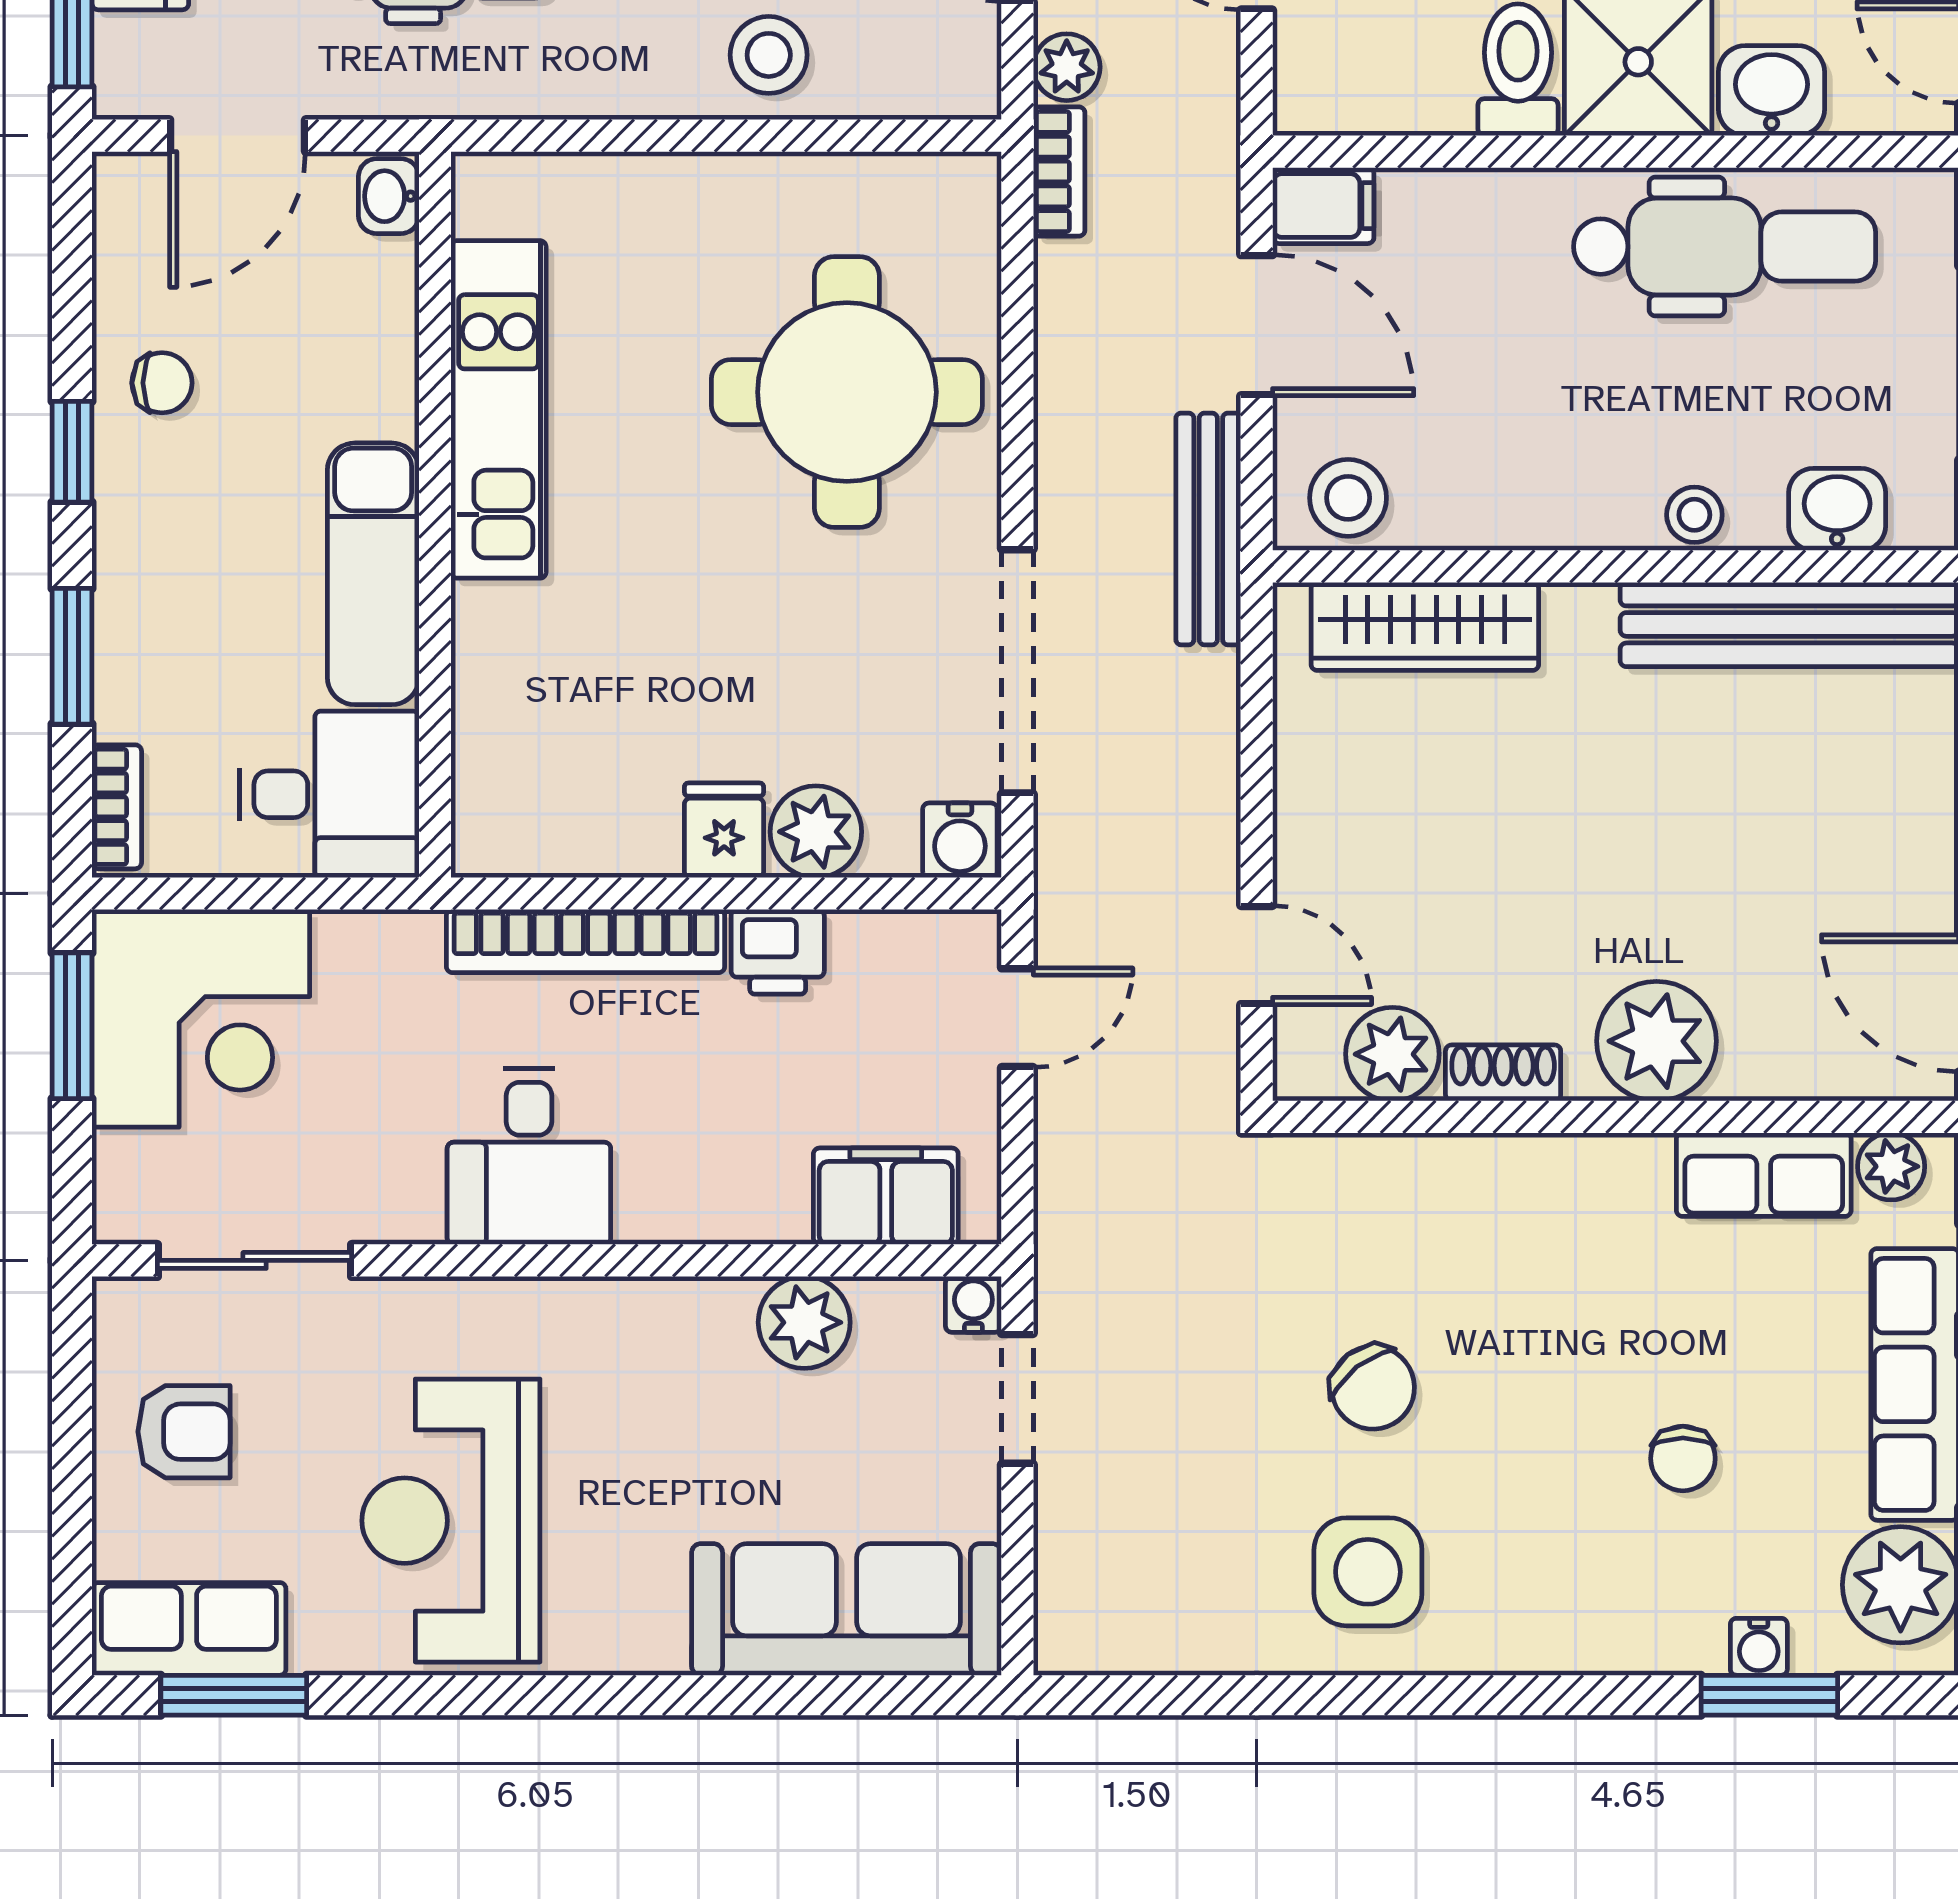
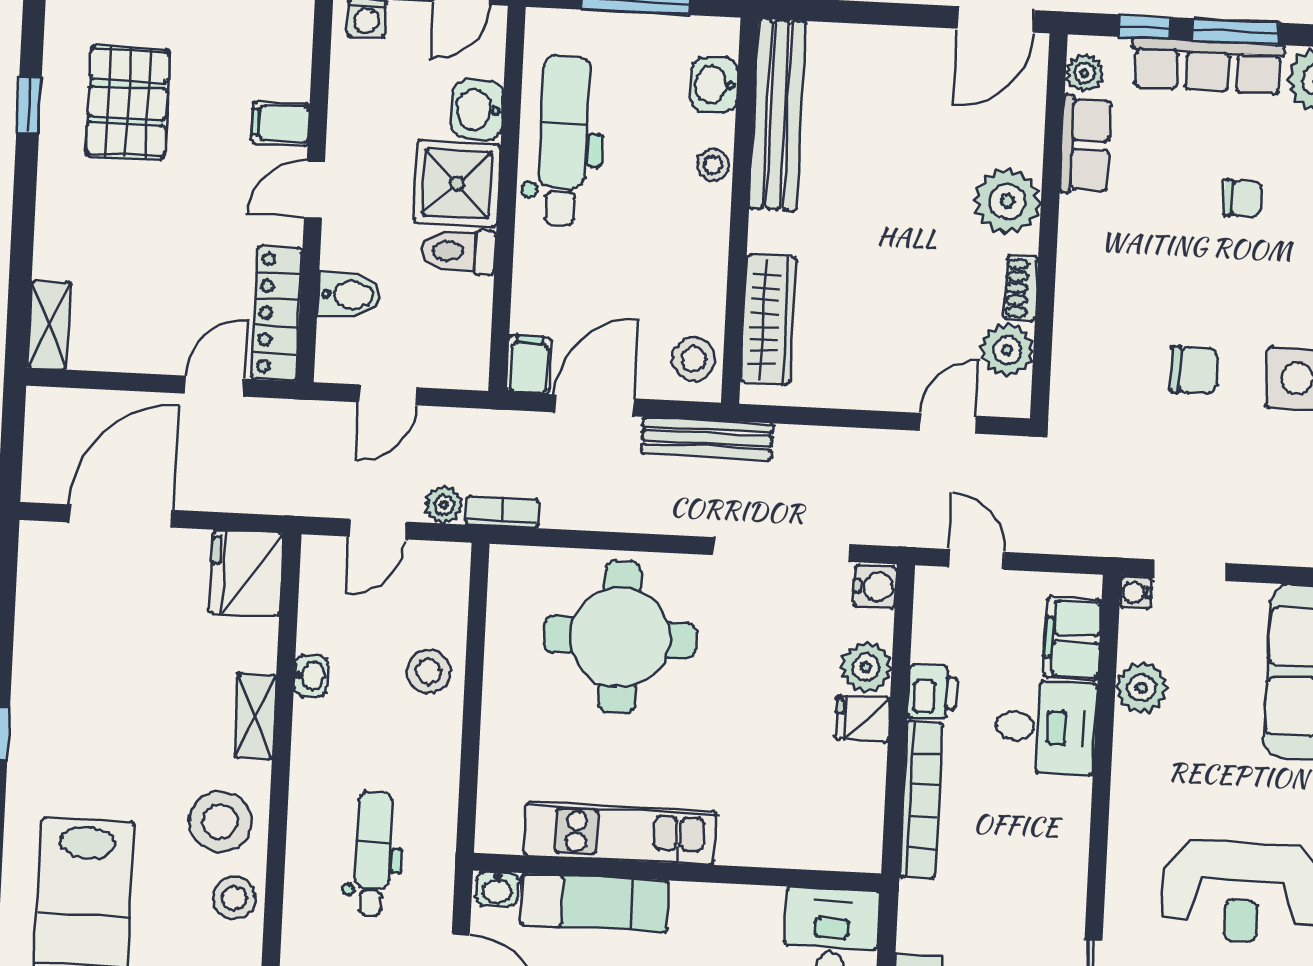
exam couch: (373, 574) -> (595, 903), moved
desk: (529, 1156) -> (1046, 727), moved
chair: (1373, 1388) -> (1194, 370), turned 38

